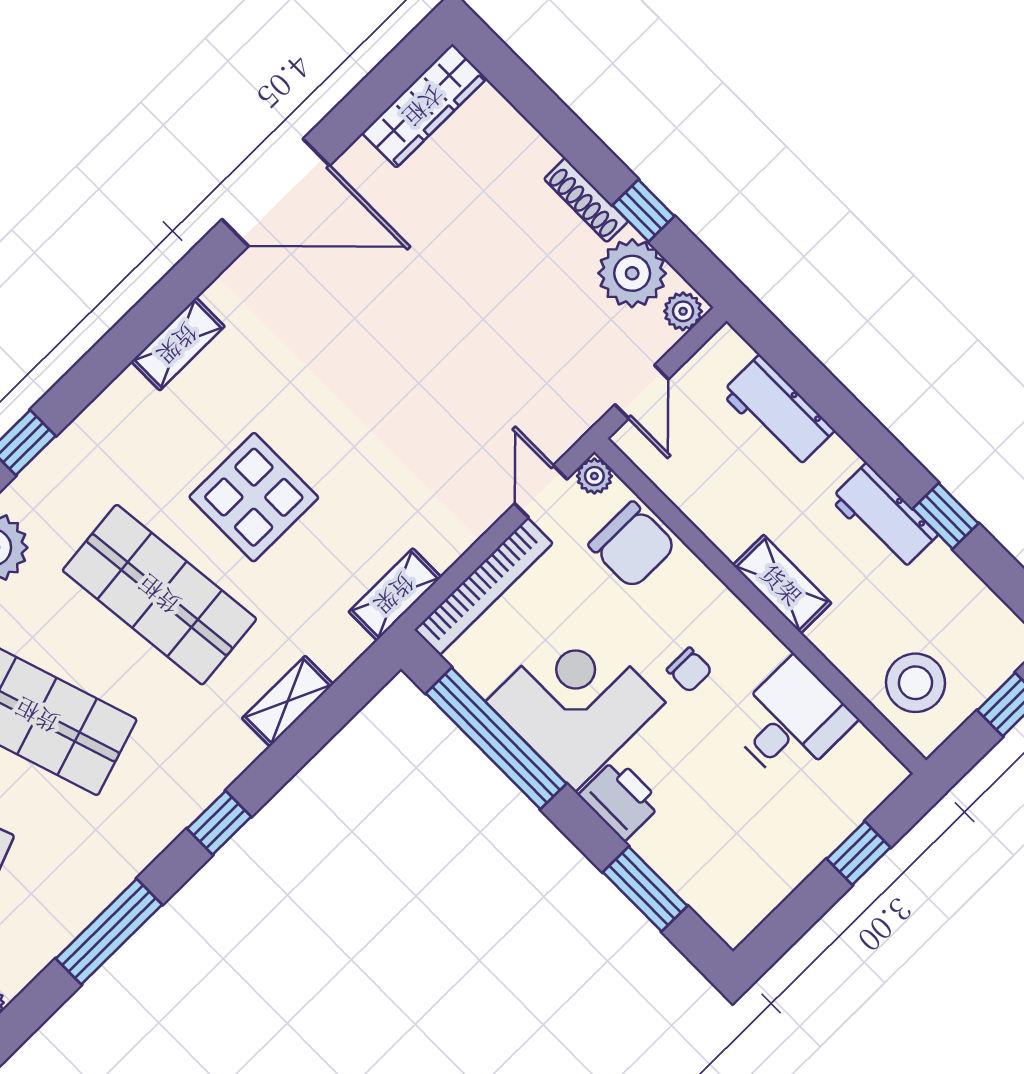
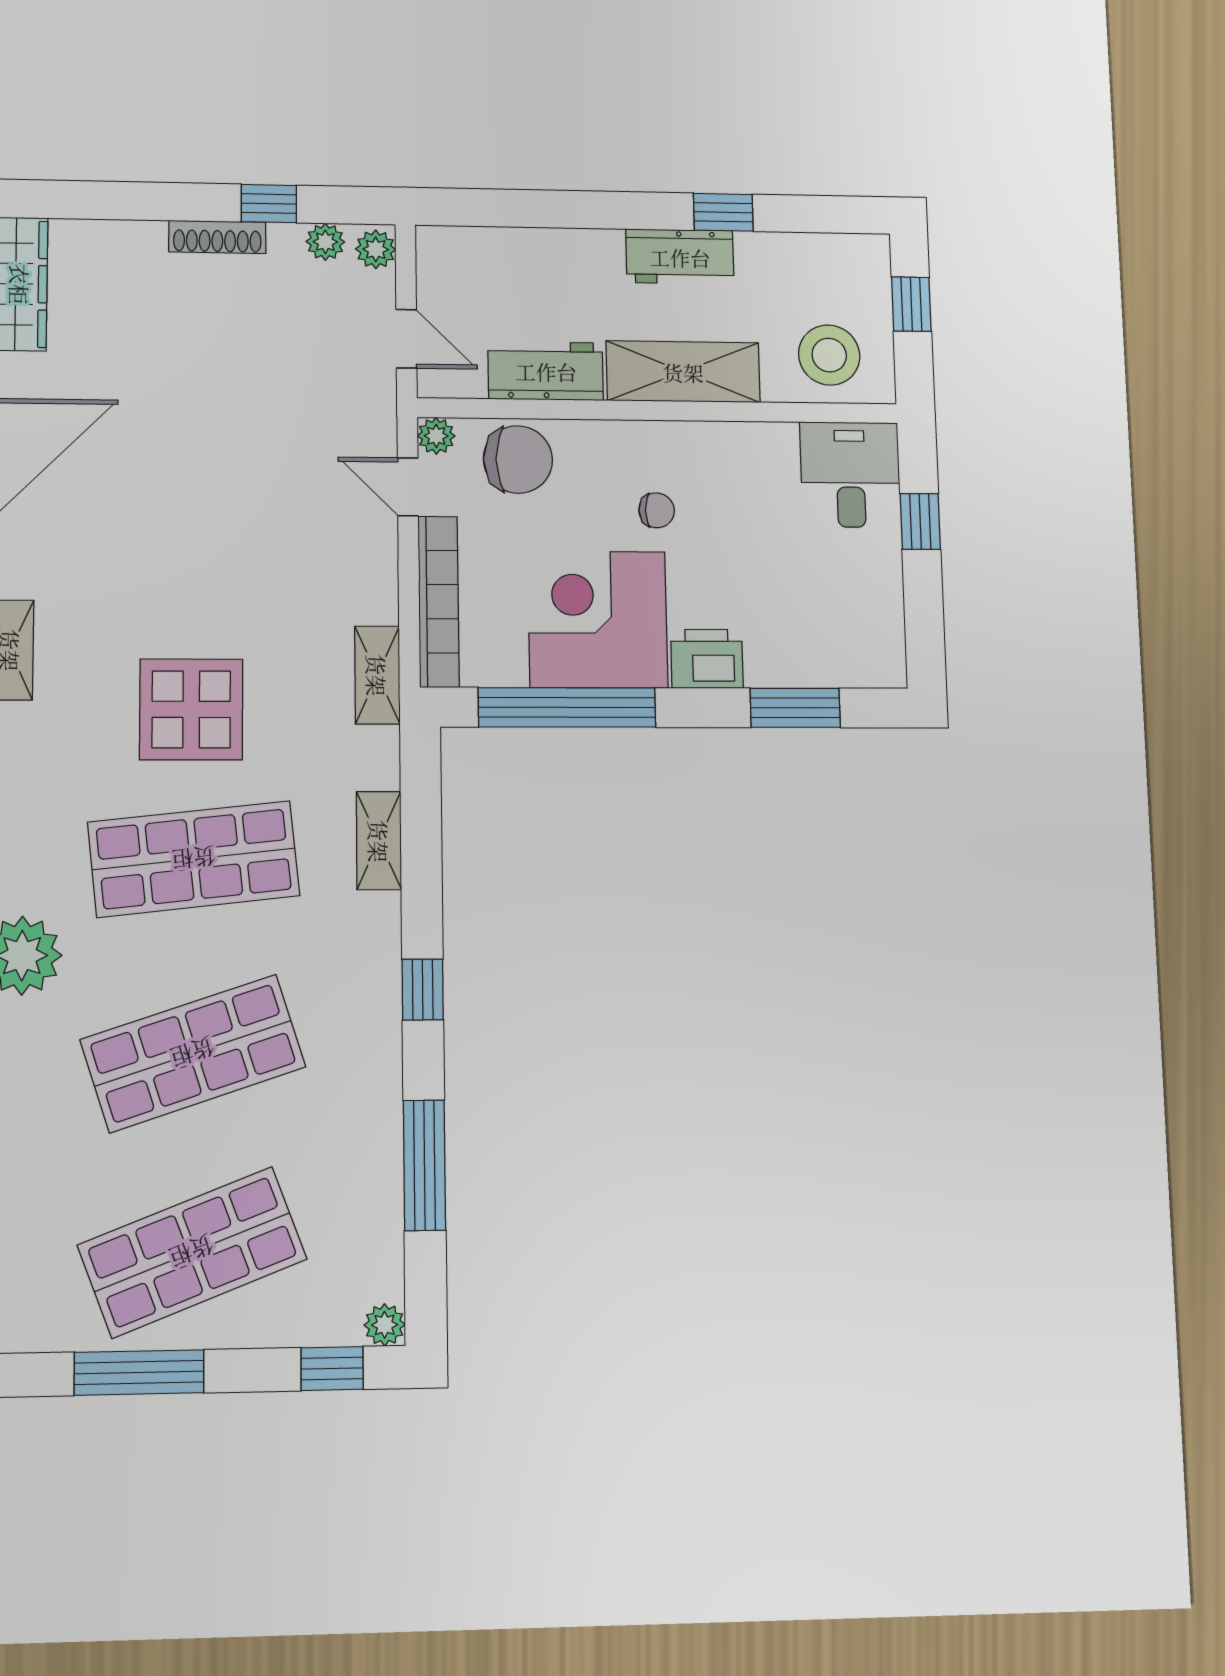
plant: (632, 273) -> (325, 242), width x0.53, depth x0.53
workbench: (778, 412) -> (546, 371), moved, turned 180
shelving: (782, 584) -> (683, 372), width x1.50, depth x1.33
desk: (791, 721) -> (850, 475), moved

